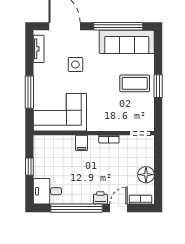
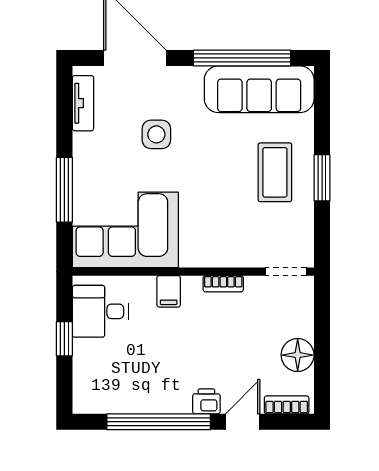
coffee table: (135, 83) -> (275, 172), turned 90
desk: (47, 191) -> (100, 311), moved

